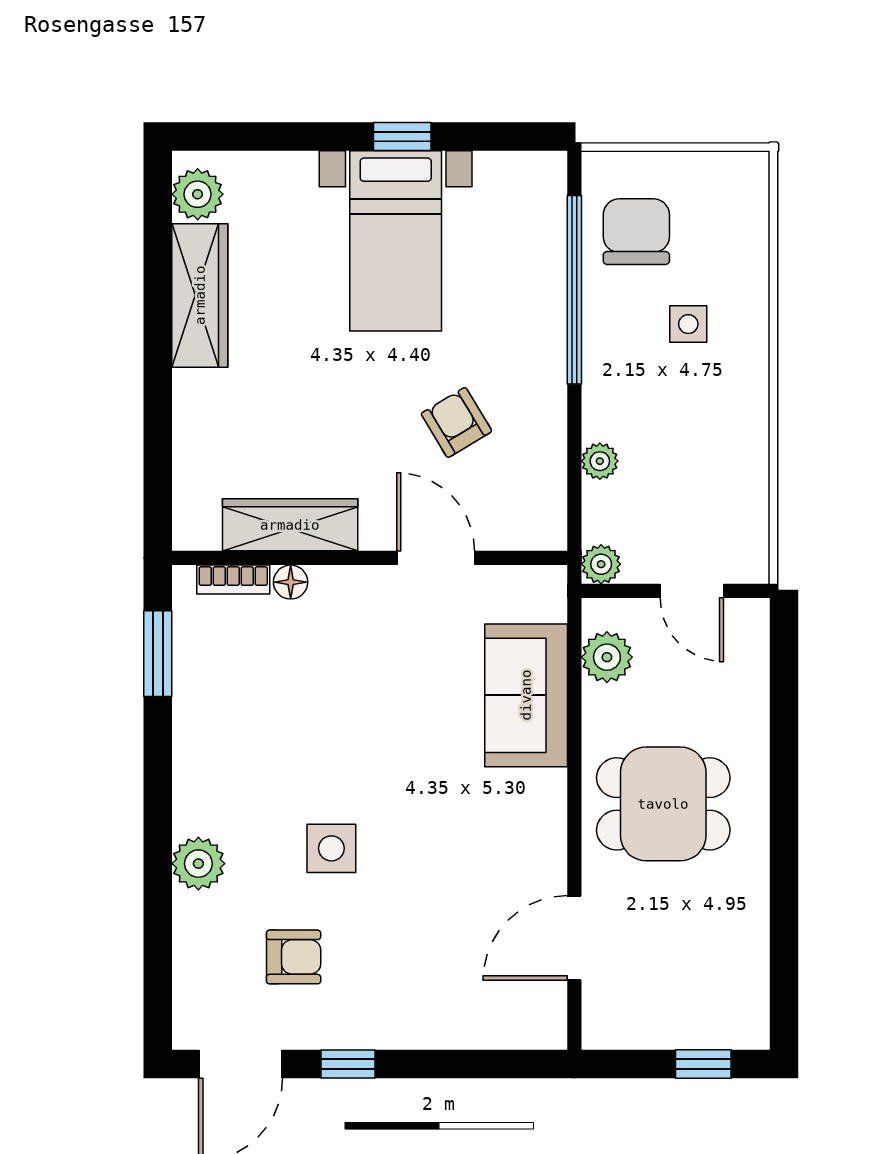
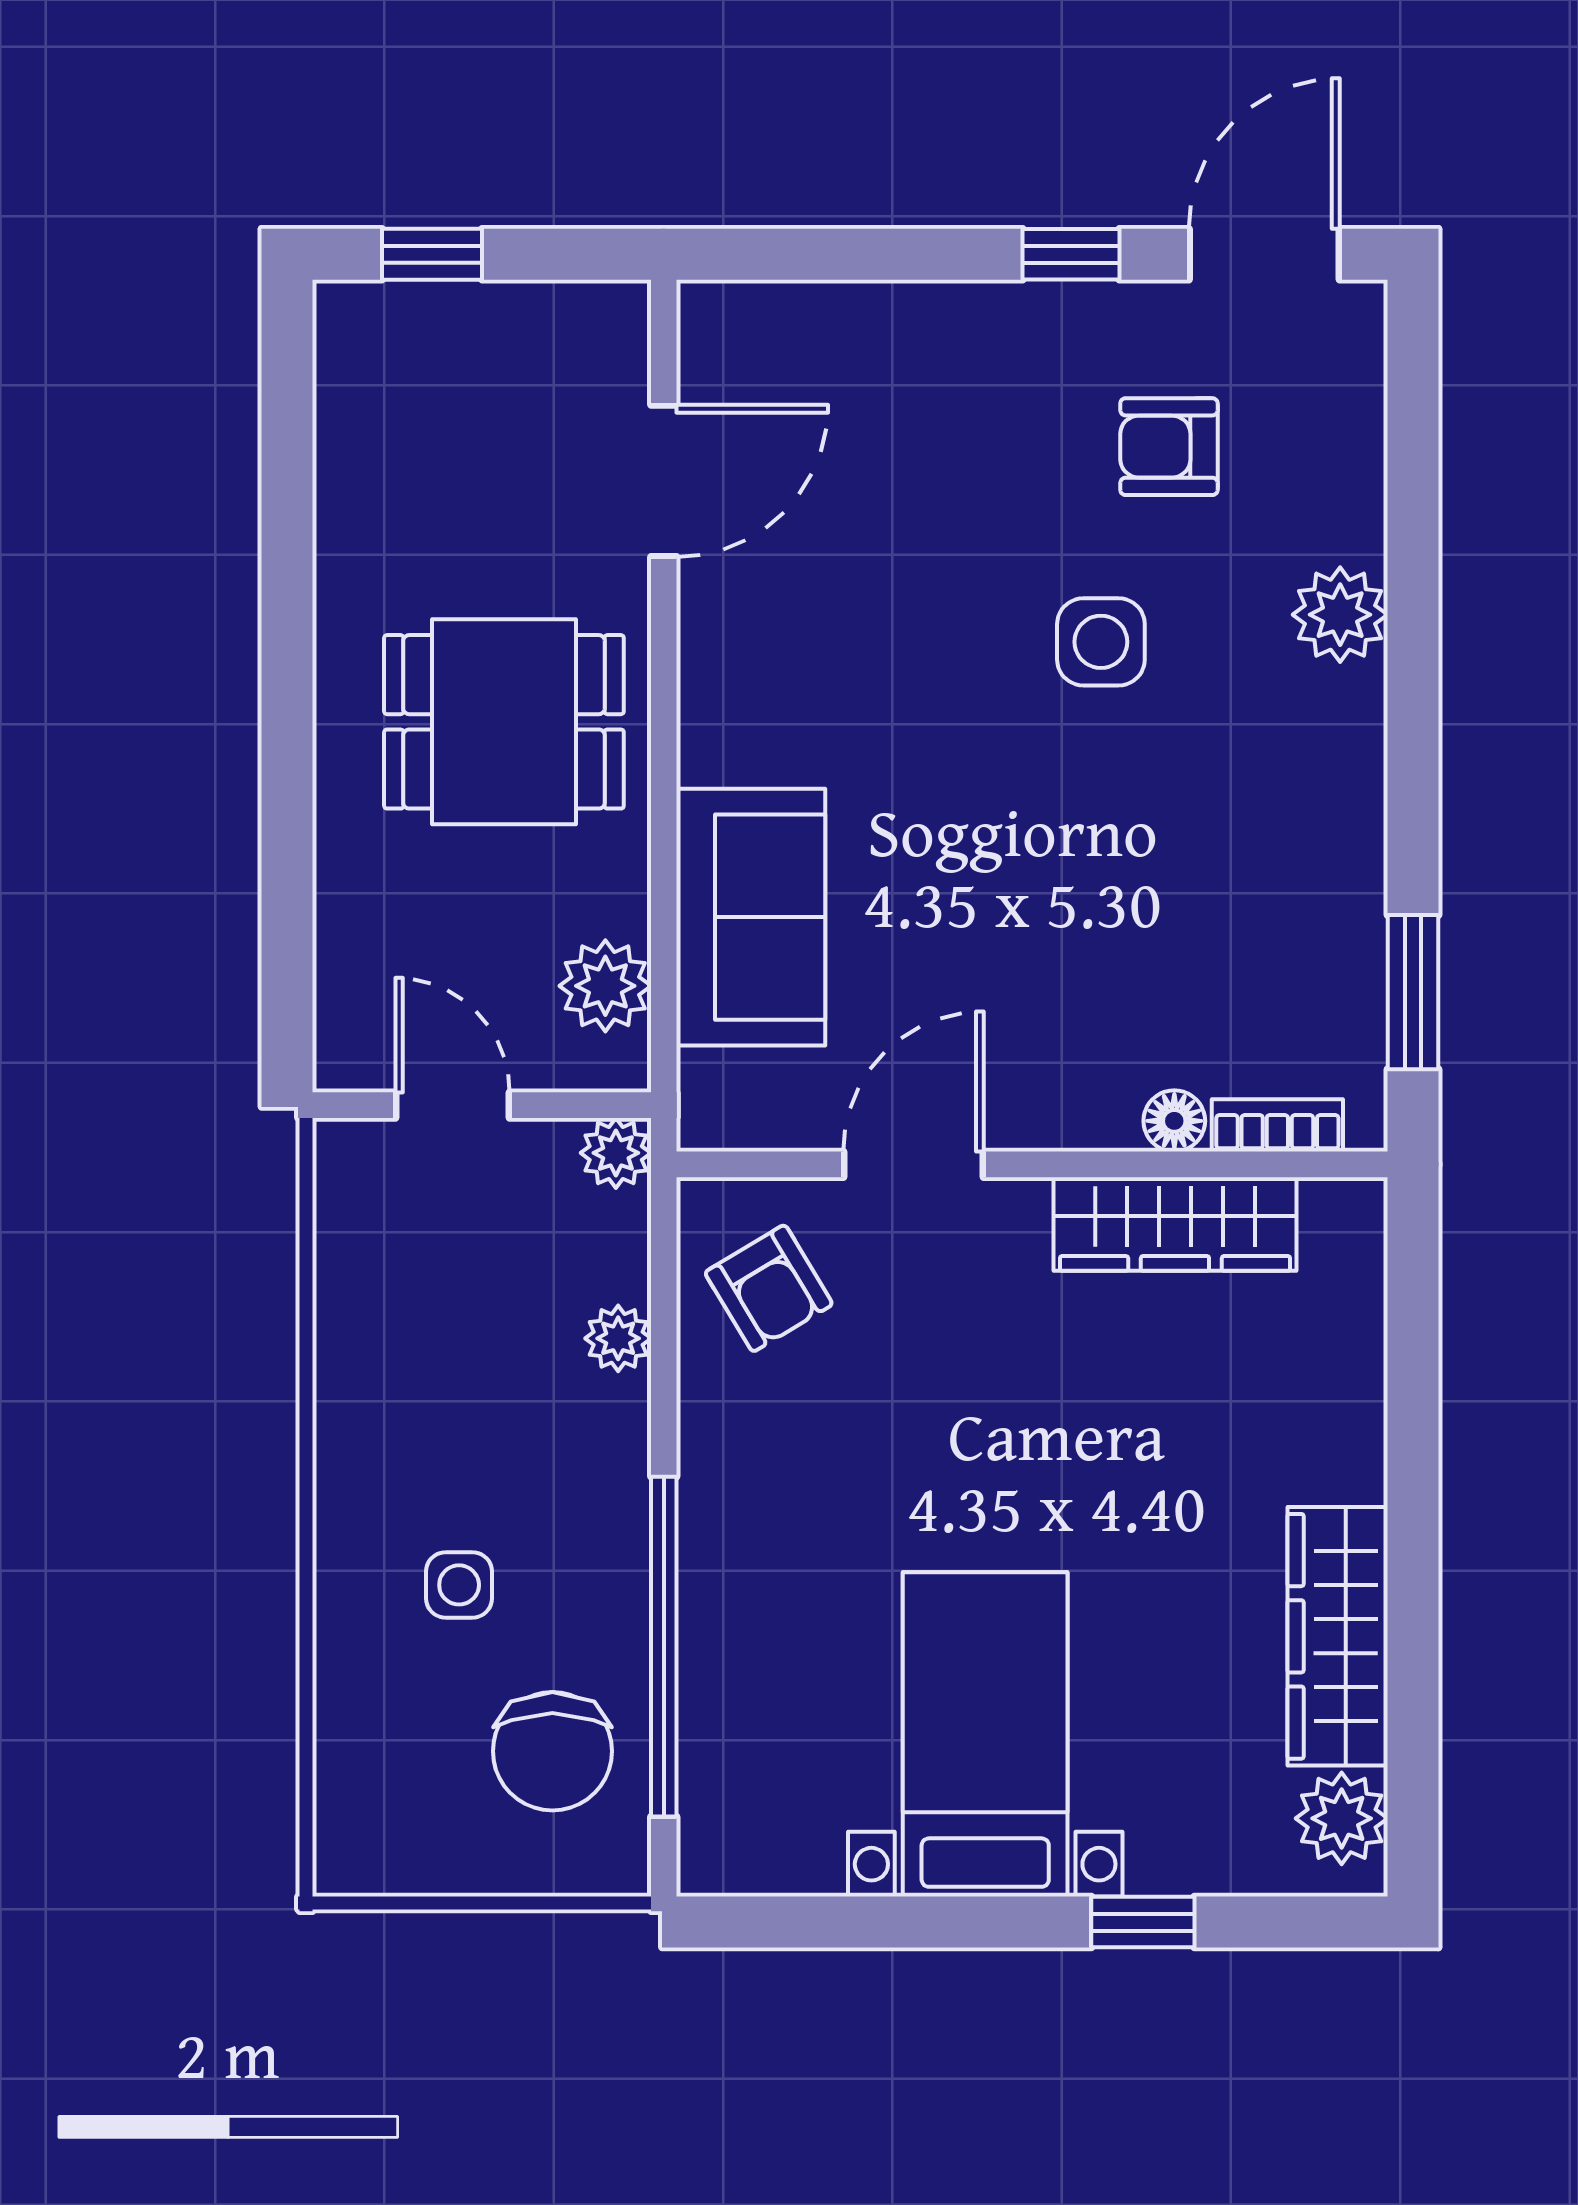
window: (402, 137) -> (1143, 1922), moved
armchair: (456, 422) -> (769, 1288), moved
door: (436, 558) -> (914, 1164), swing flipped

